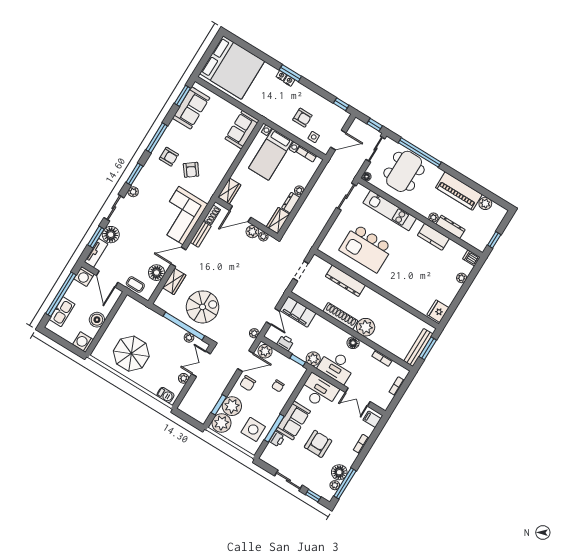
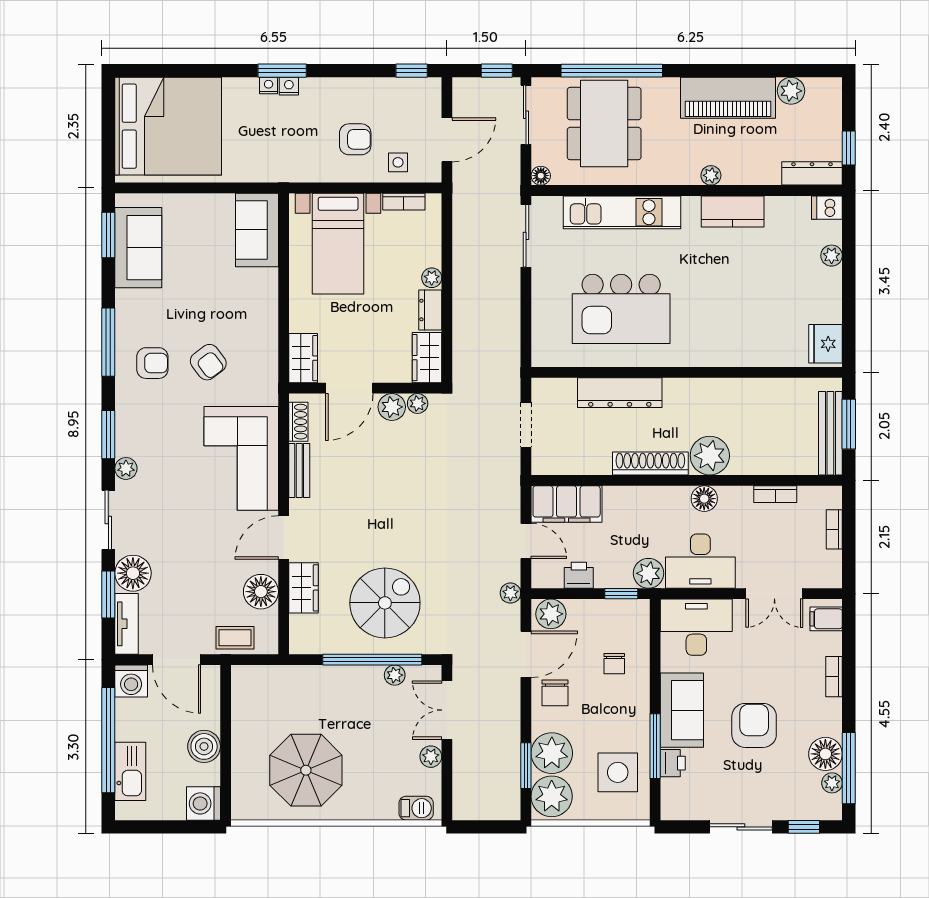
dresser: (450, 227) -> (812, 173), moved

